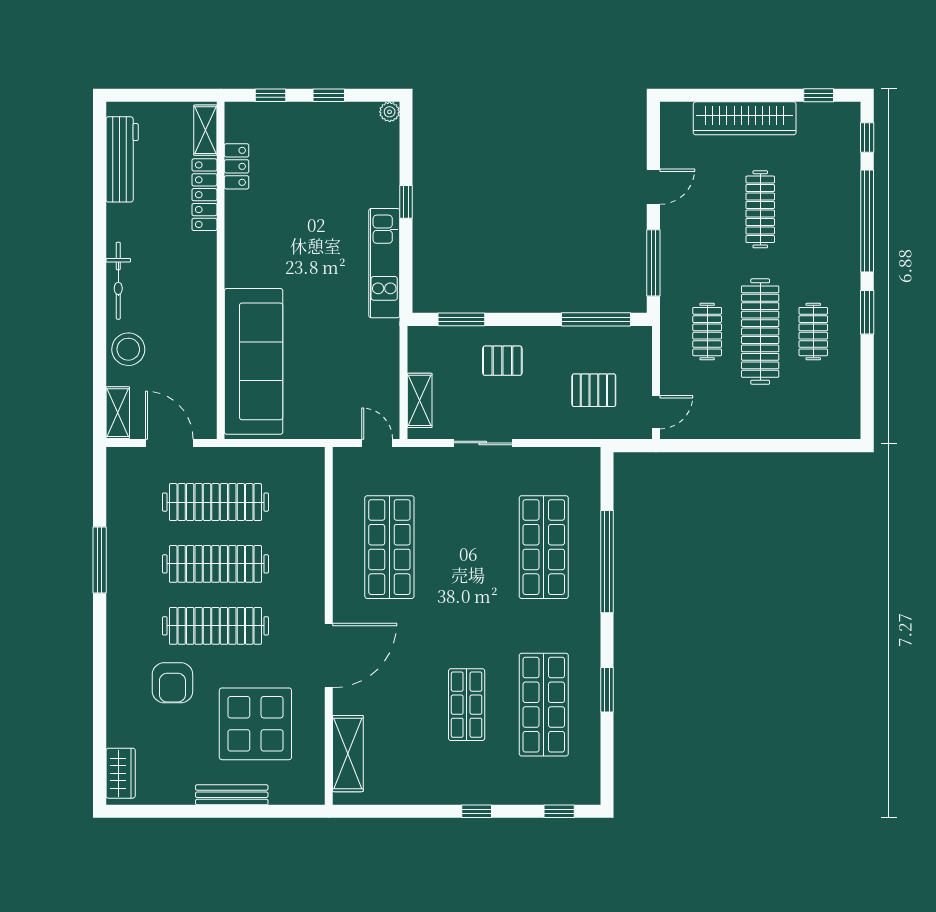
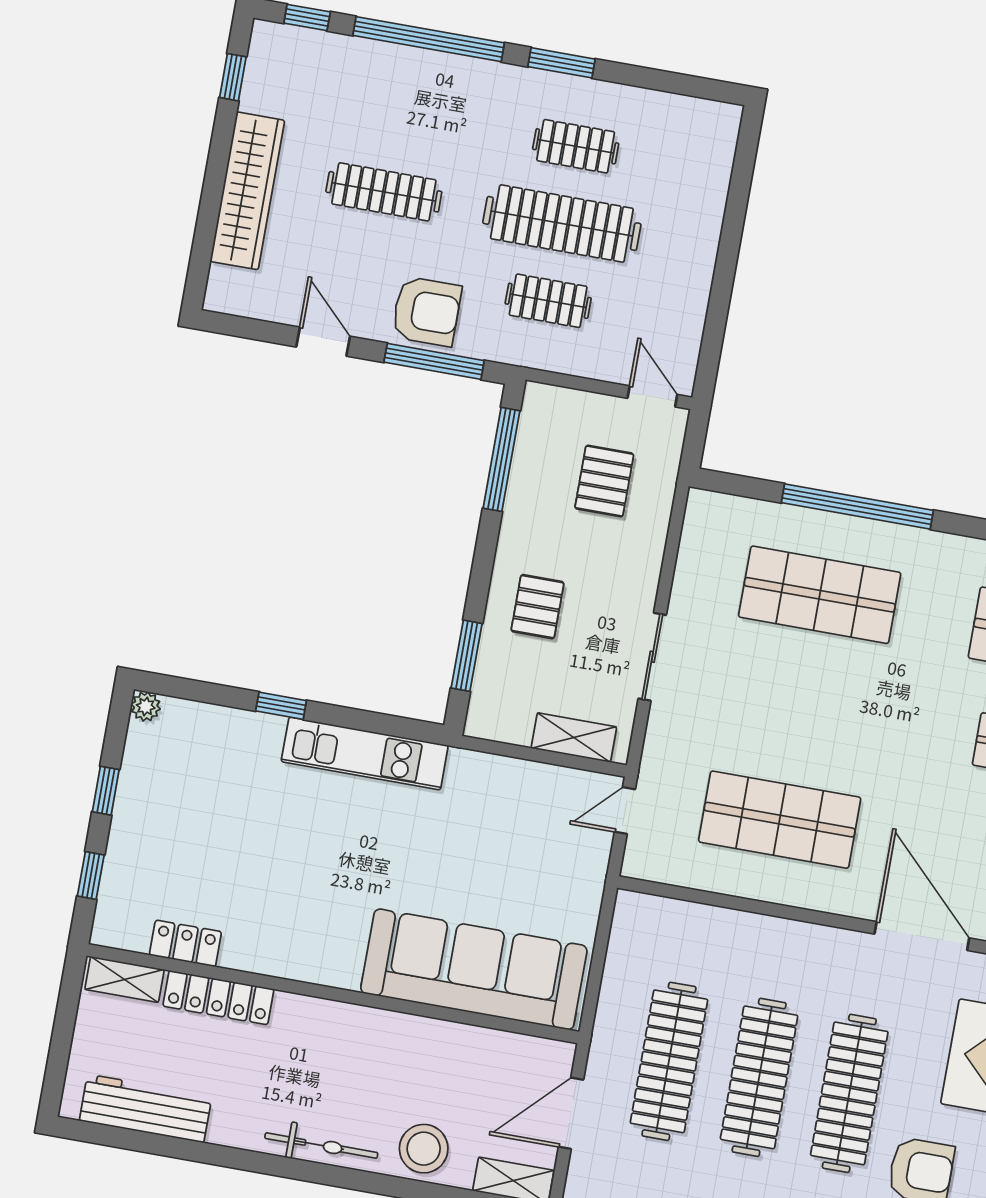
armchair: (686, 252) -> (426, 311), added

